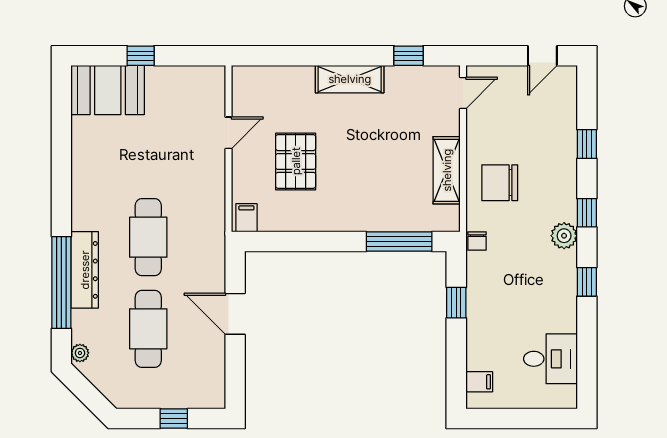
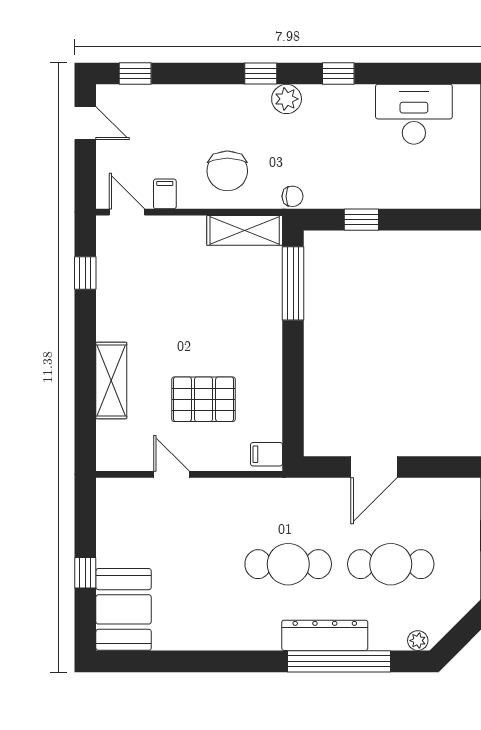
shelving: (350, 79) -> (111, 380), moved
window: (587, 144) -> (135, 73), moved
shelving: (447, 170) -> (245, 230), moved
desk: (550, 359) -> (414, 114), width x1.37
filing cabinet: (479, 382) -> (165, 194), moved

